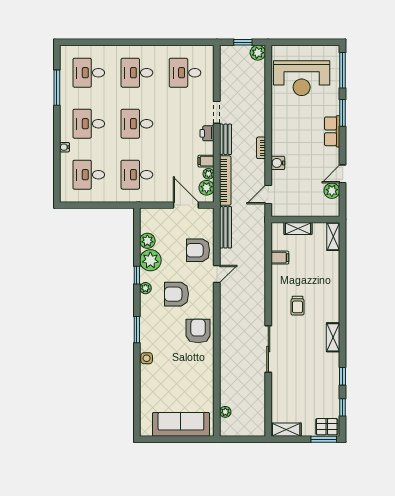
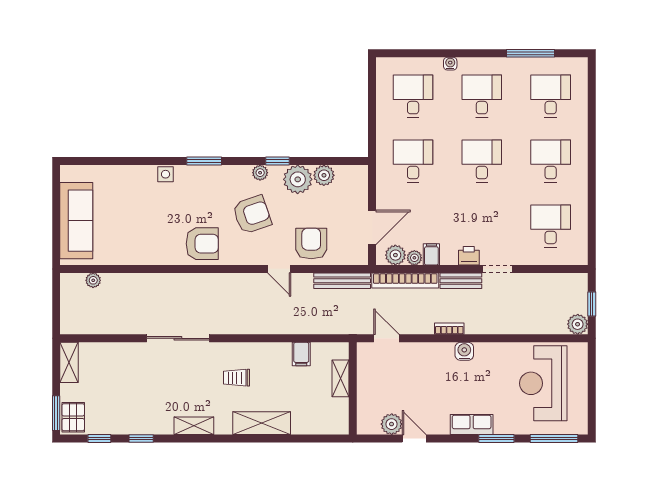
water cooler: (278, 163) -> (464, 351), moved
shelving: (333, 236) -> (262, 423), moved, width x1.50, depth x1.33
armchair: (177, 294) -> (252, 215), turned 71

